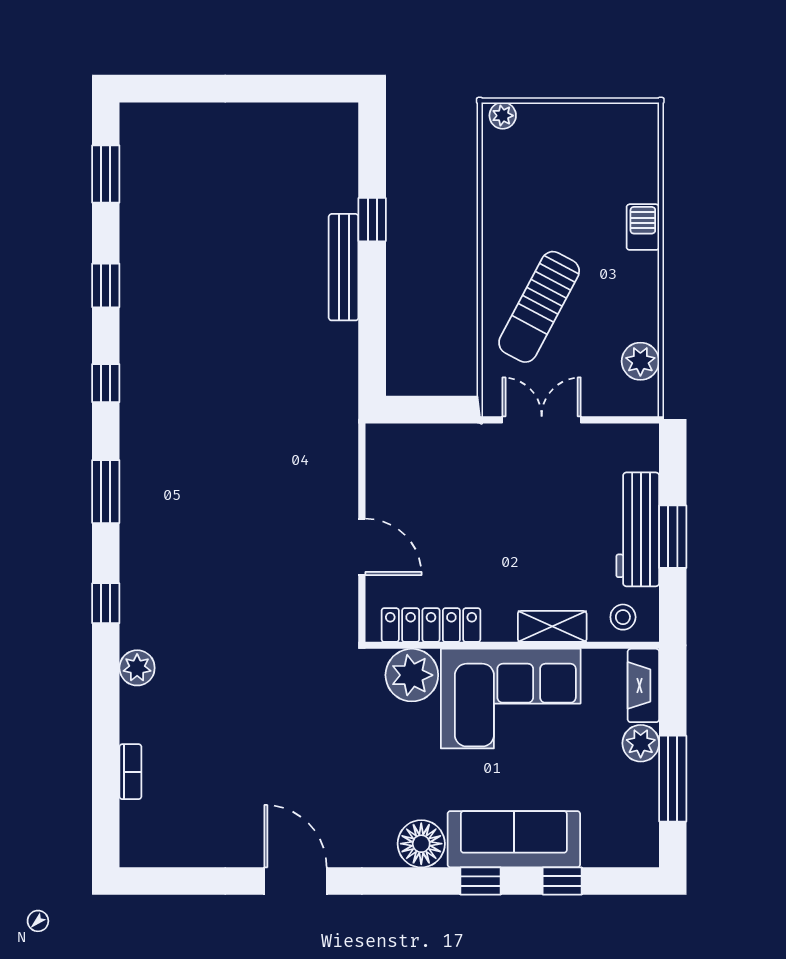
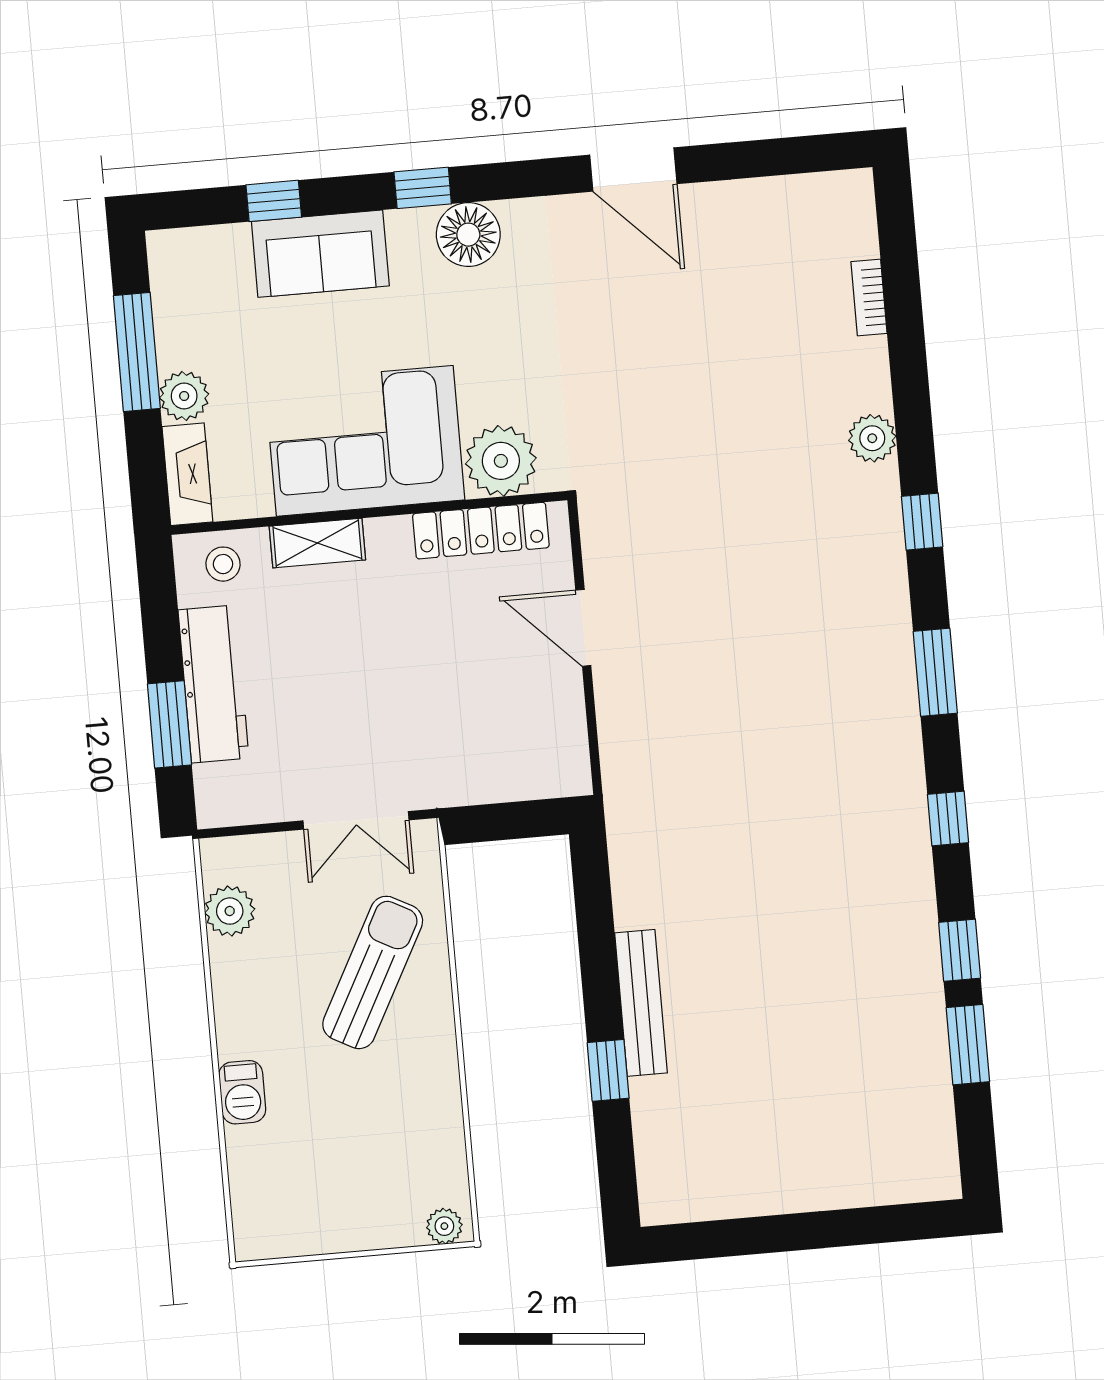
window: (106, 174) -> (968, 1045), moved
window: (673, 537) -> (169, 724), moved
sofa: (514, 839) -> (320, 254), width x0.73
window: (481, 881) -> (423, 188), moved

